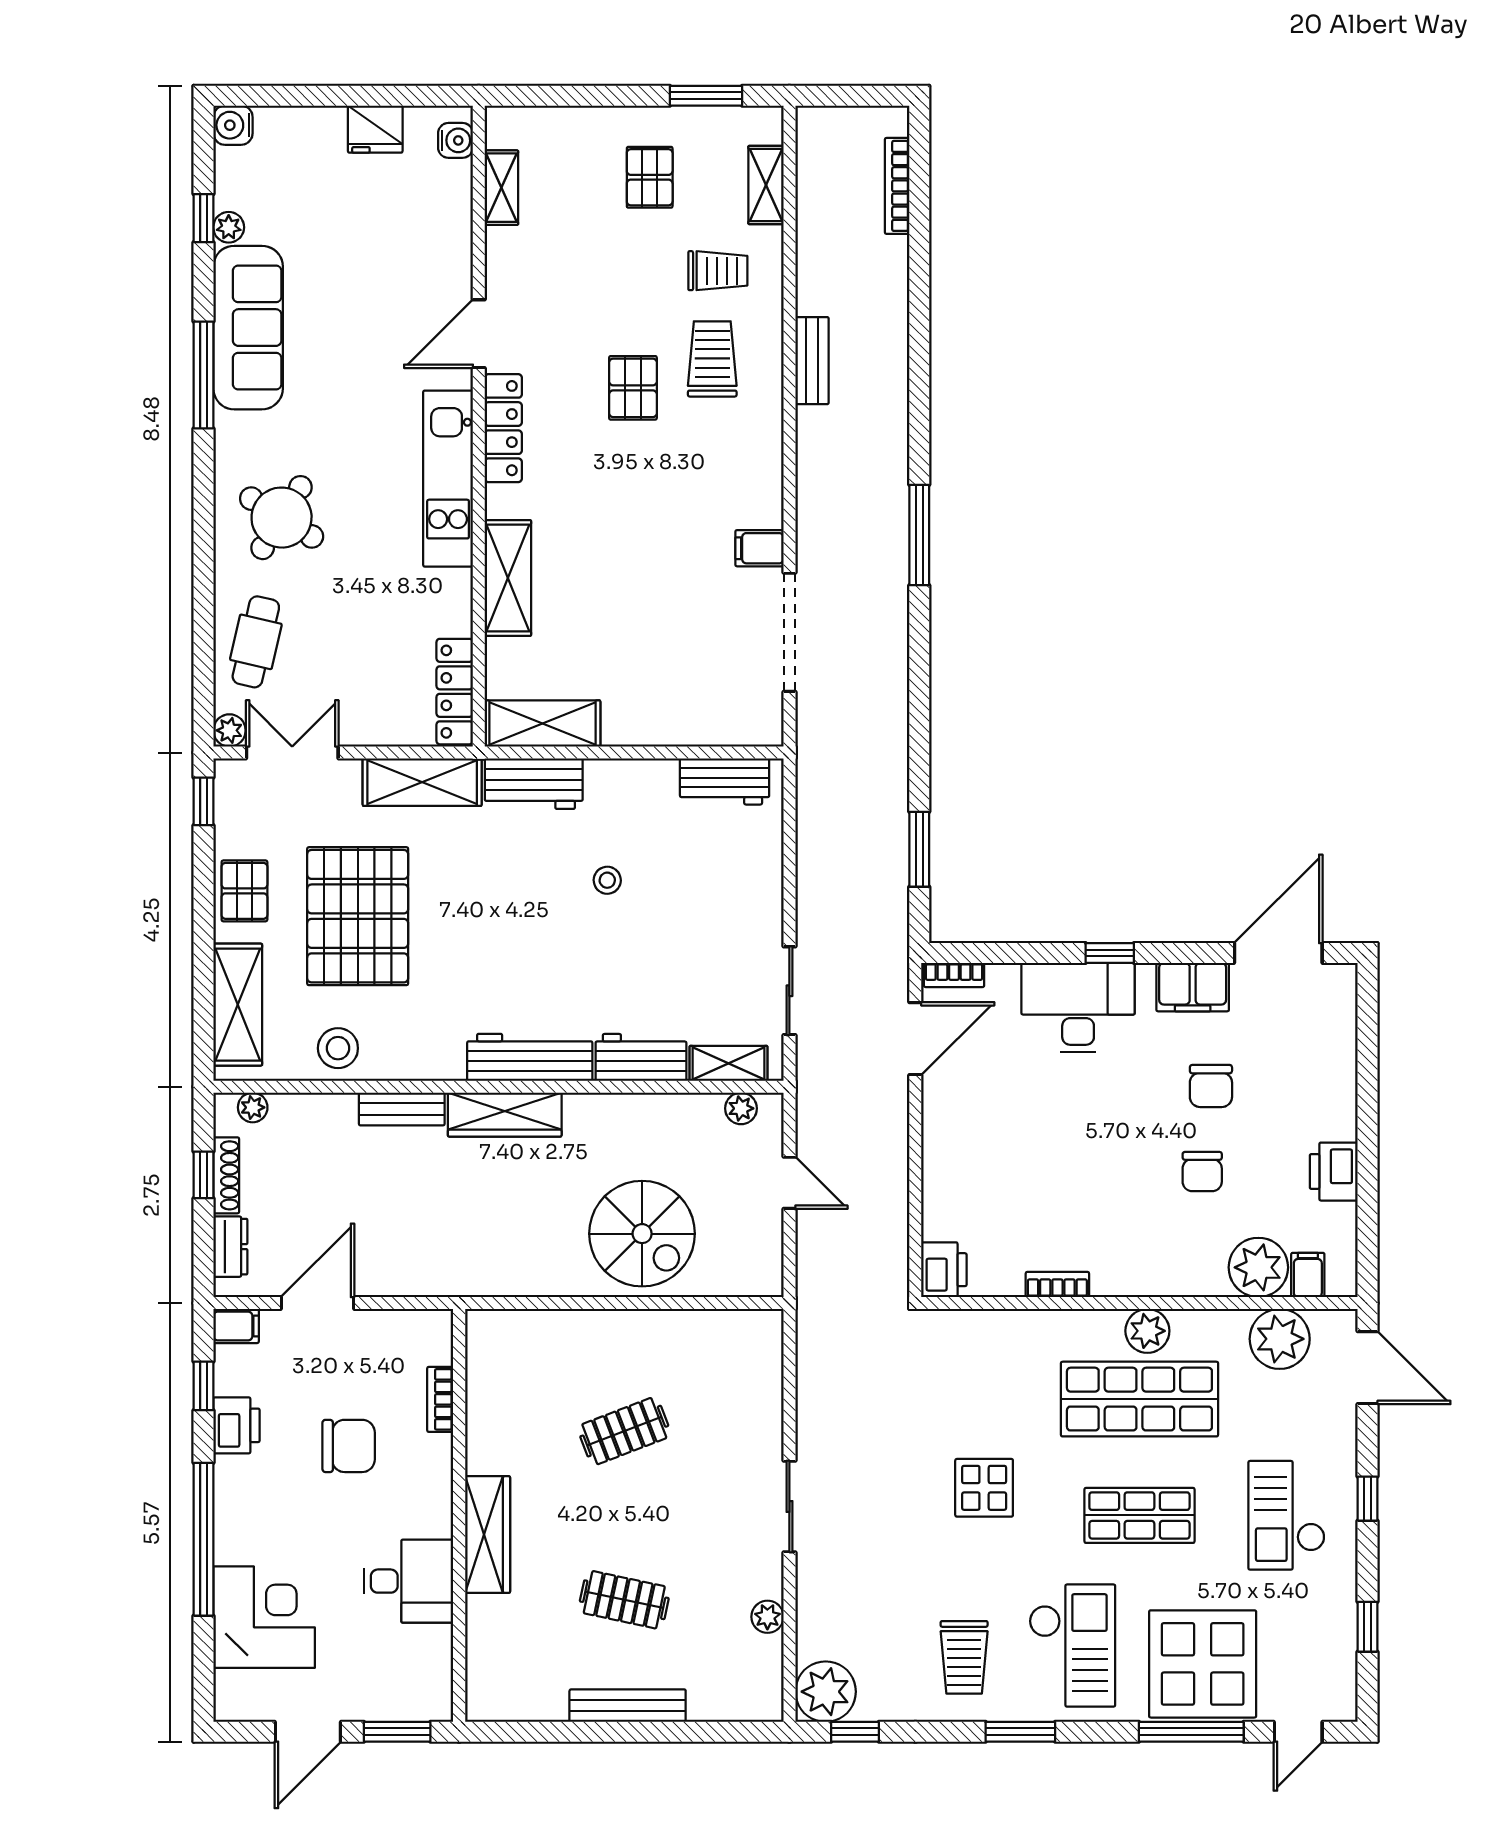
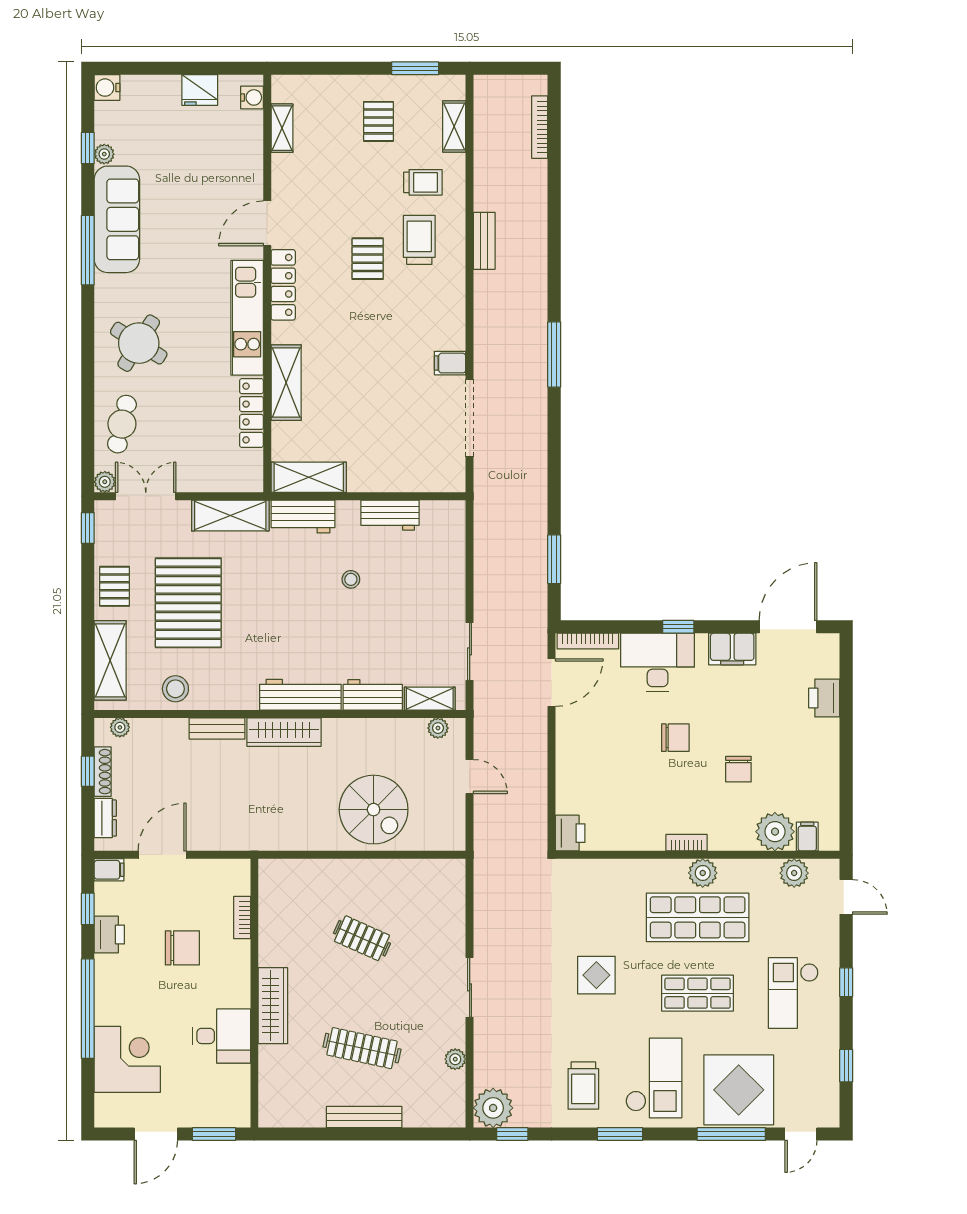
locker: (455, 692) -> (251, 413), moved
workbench: (725, 781) -> (390, 515), moved
bookcase: (954, 975) -> (588, 641), width x1.56
chair: (1211, 1086) -> (675, 738), moved, turned -90
printer: (1334, 1172) -> (824, 698), moved
bookcase: (1057, 1284) -> (687, 843), moved
plant: (1280, 1339) -> (794, 873), width x0.73, depth x0.73
door: (1368, 1368) -> (846, 897), width x0.73
clothes rail: (624, 1431) -> (362, 938), turned 45
clothes rail: (624, 1600) -> (362, 1048), width x1.36

